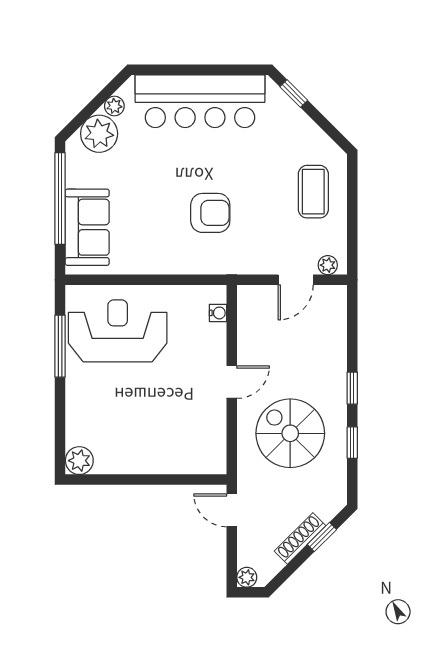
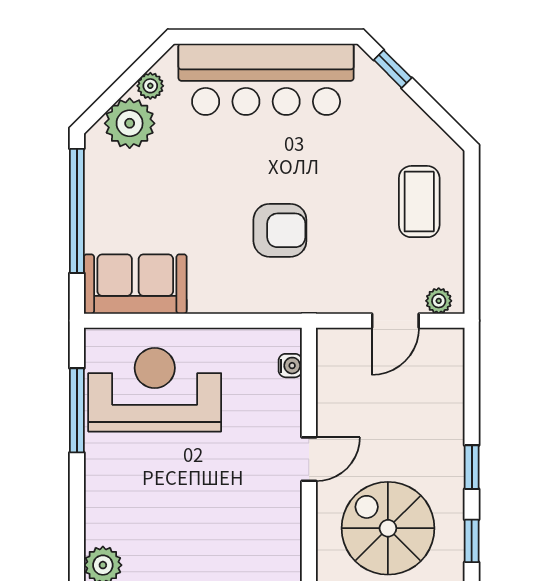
sofa: (87, 227) -> (135, 284), moved, turned -90

